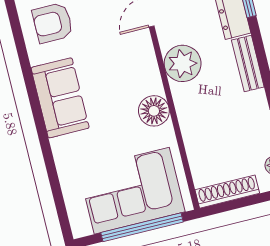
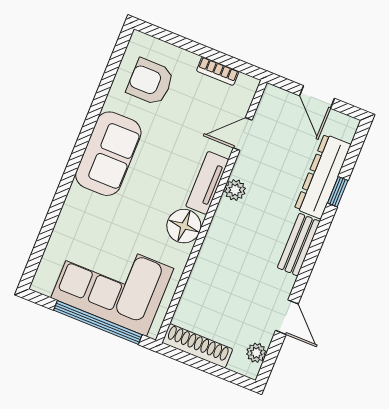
plant: (183, 63) -> (235, 190), width x0.53, depth x0.53
tv unit: (148, 67) -> (207, 183), added

